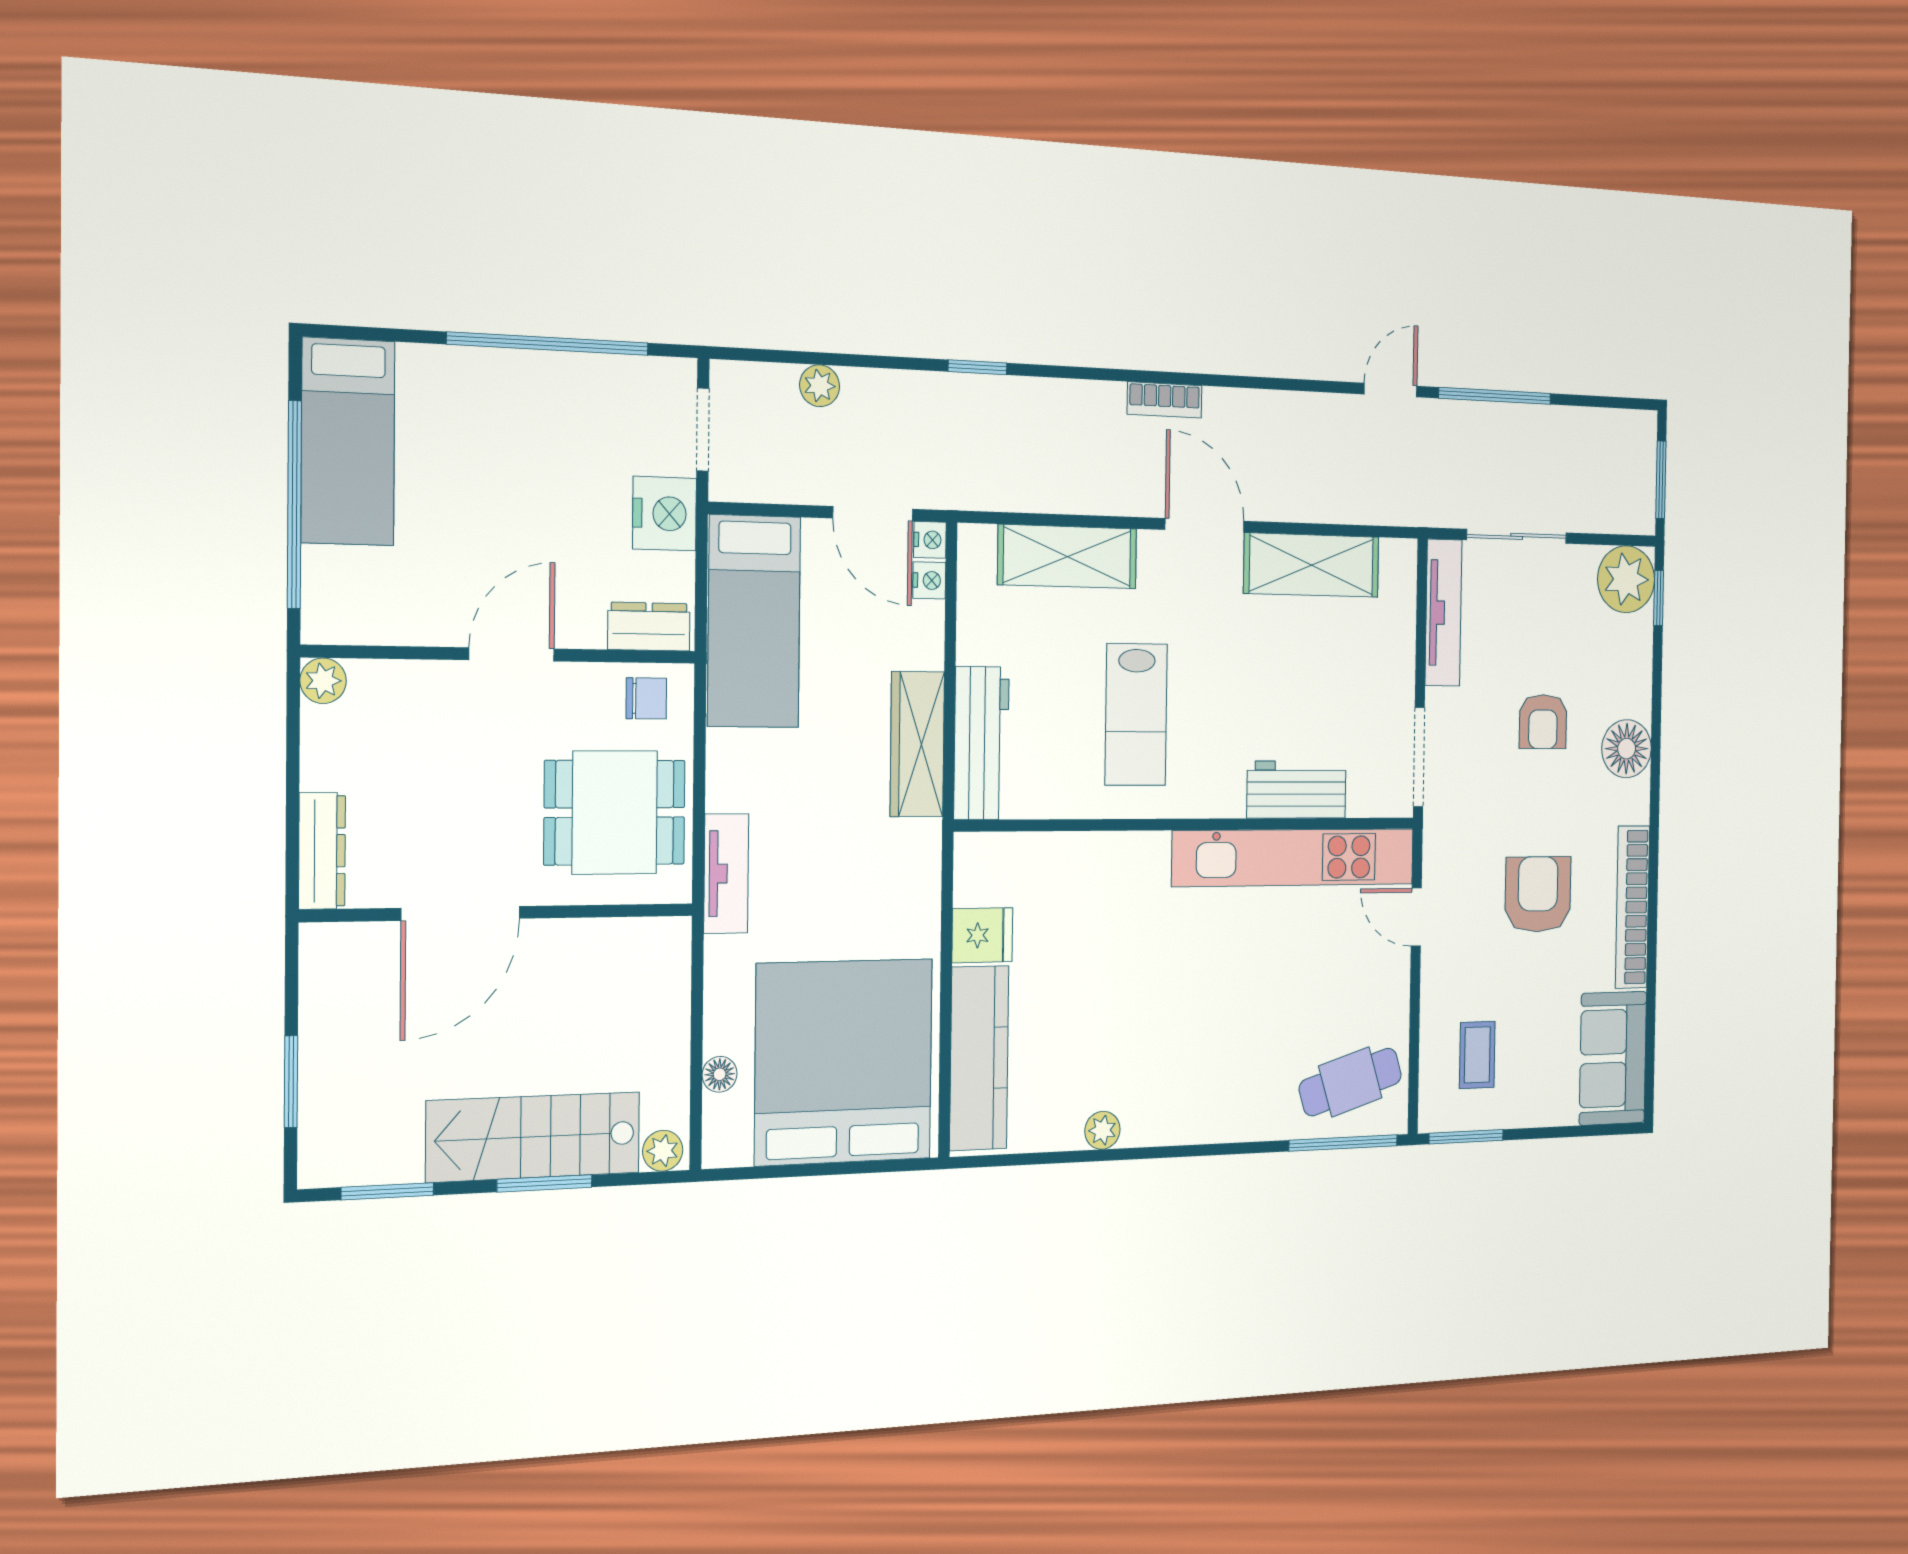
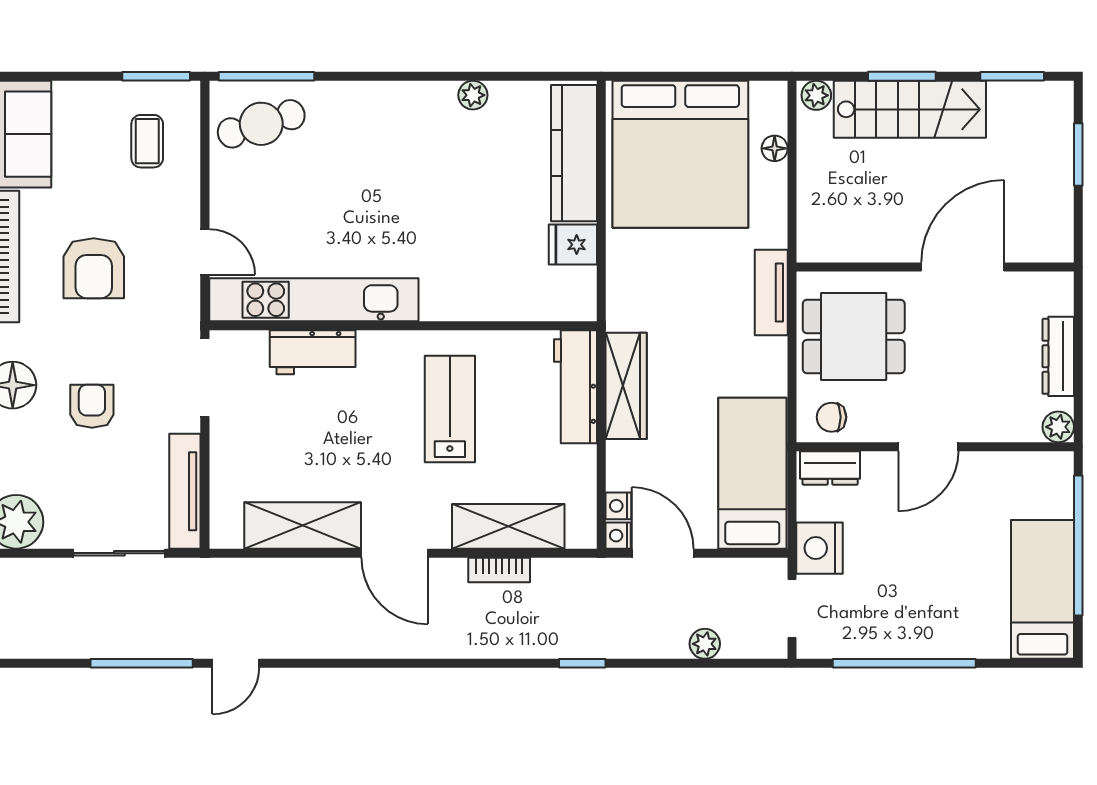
bookcase: (1165, 400) -> (499, 570), moved, turned 180
dresser: (322, 851) -> (1058, 356), moved

